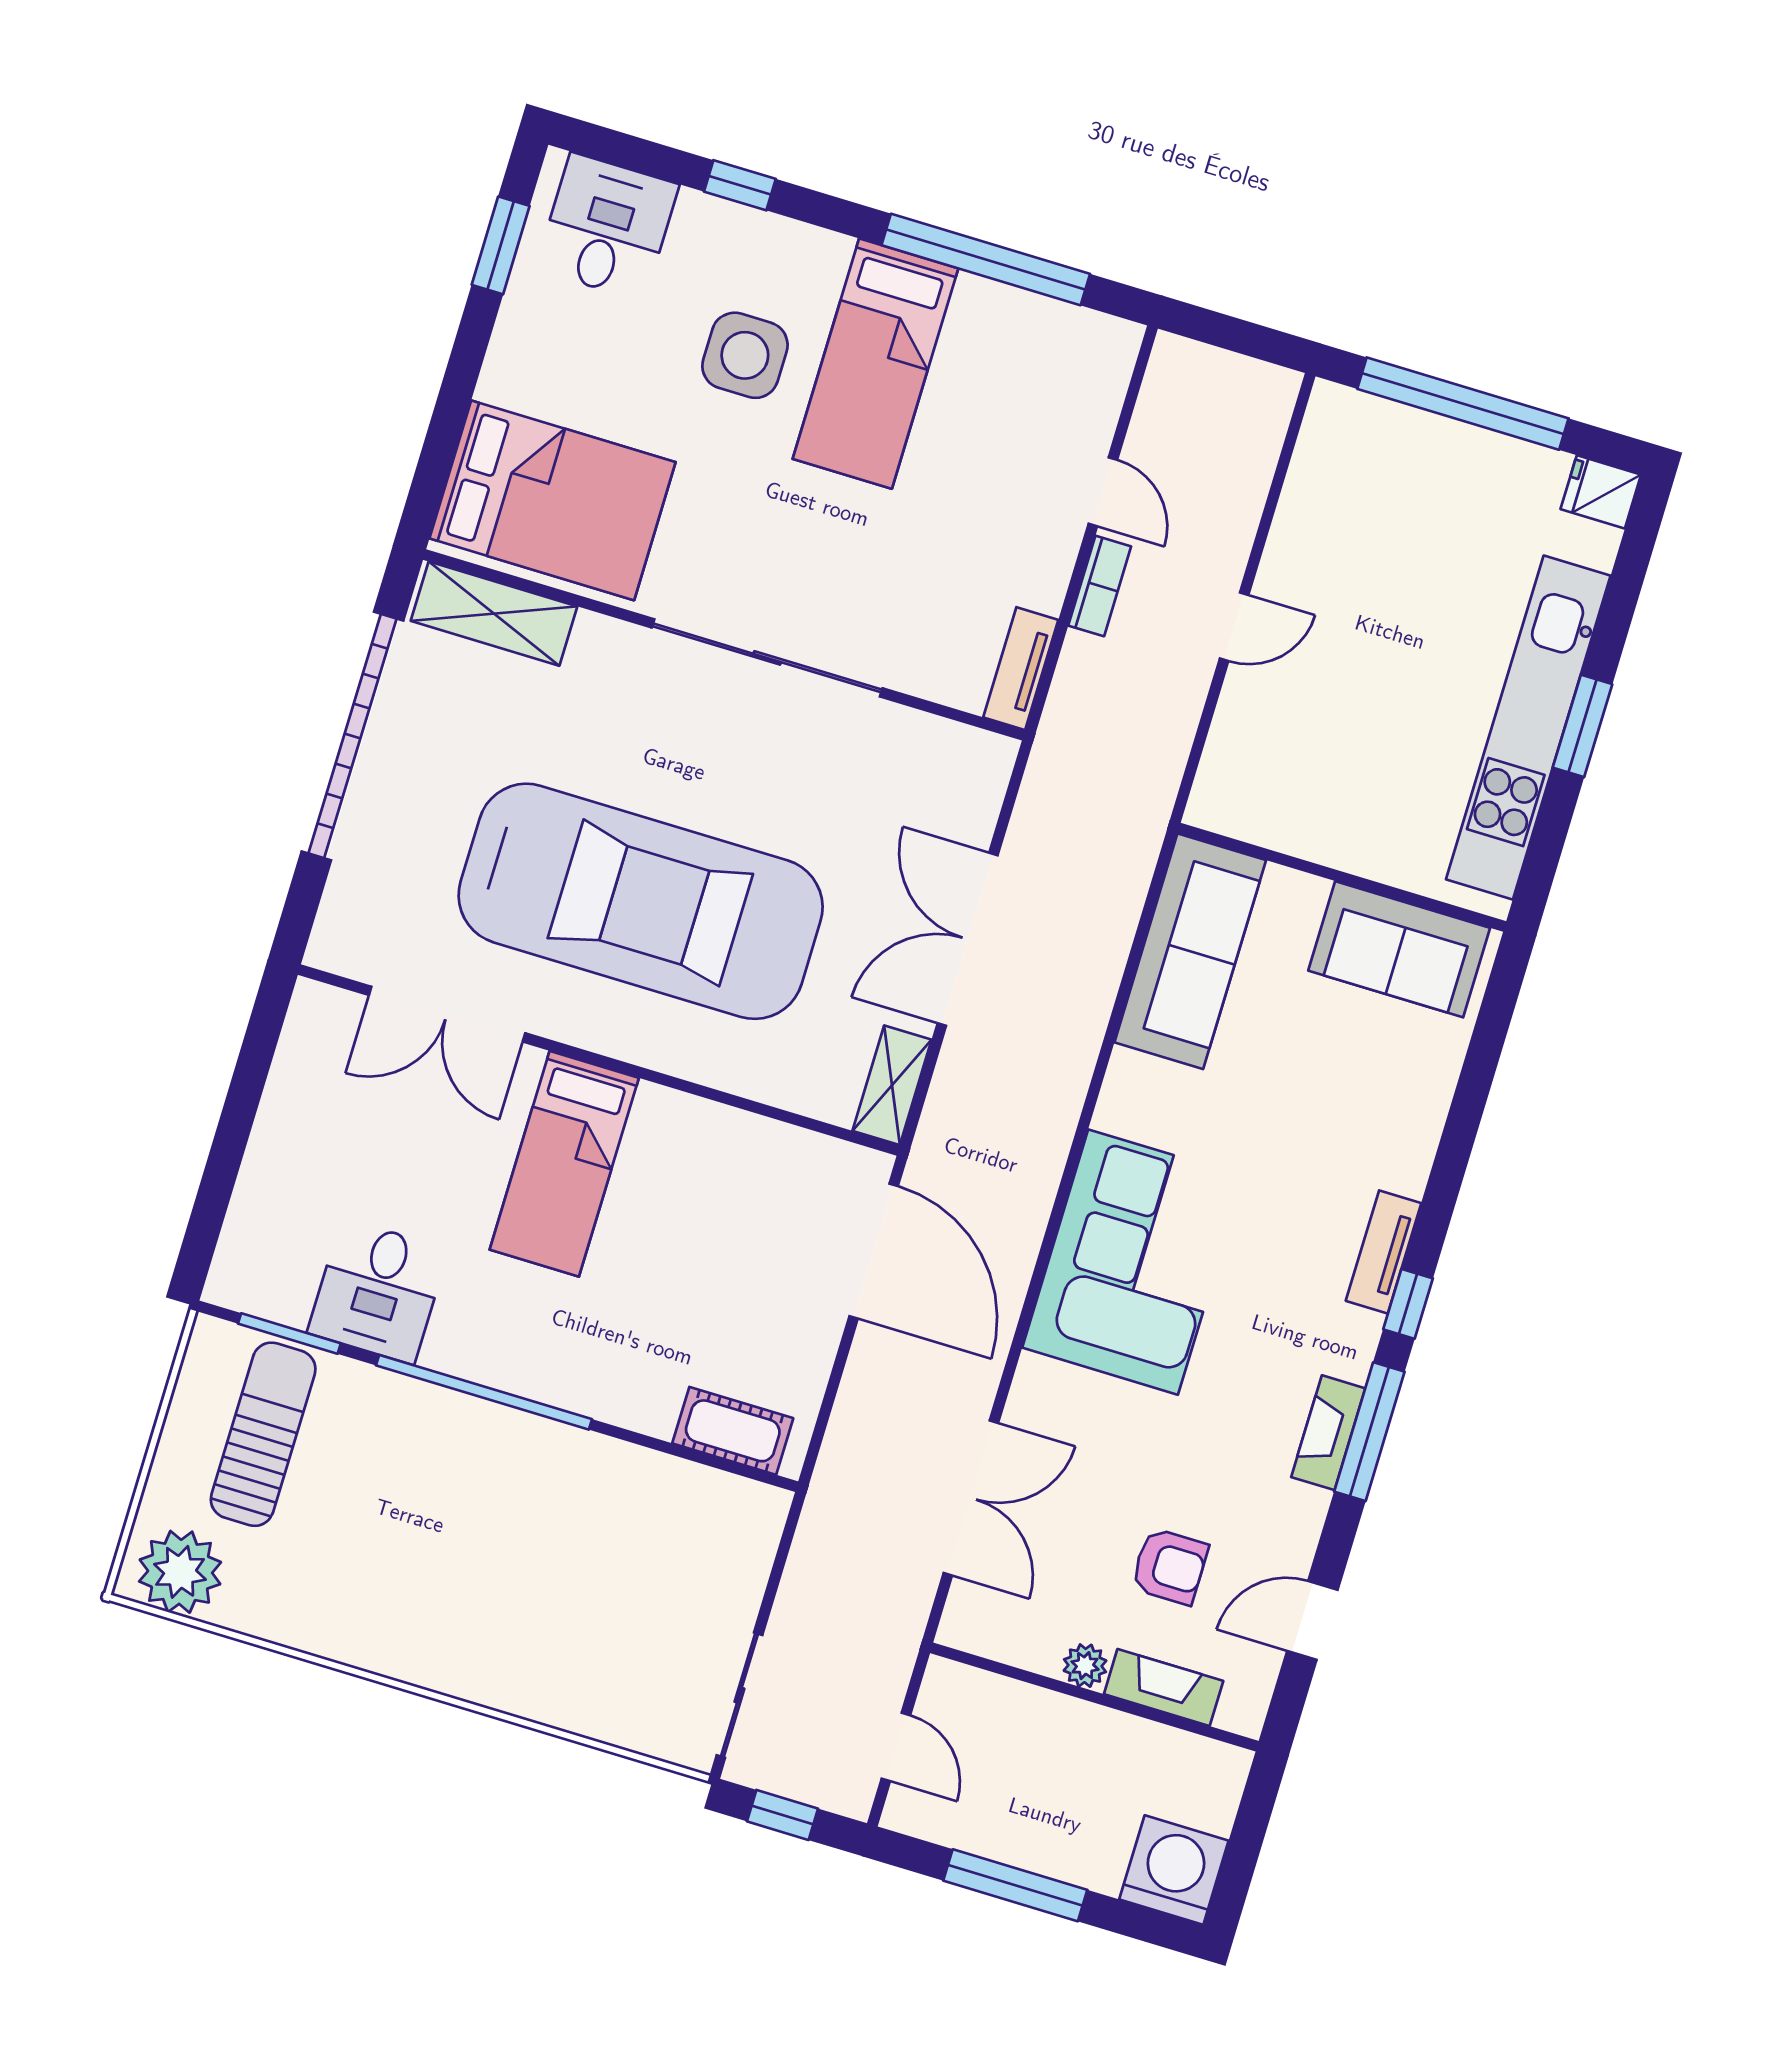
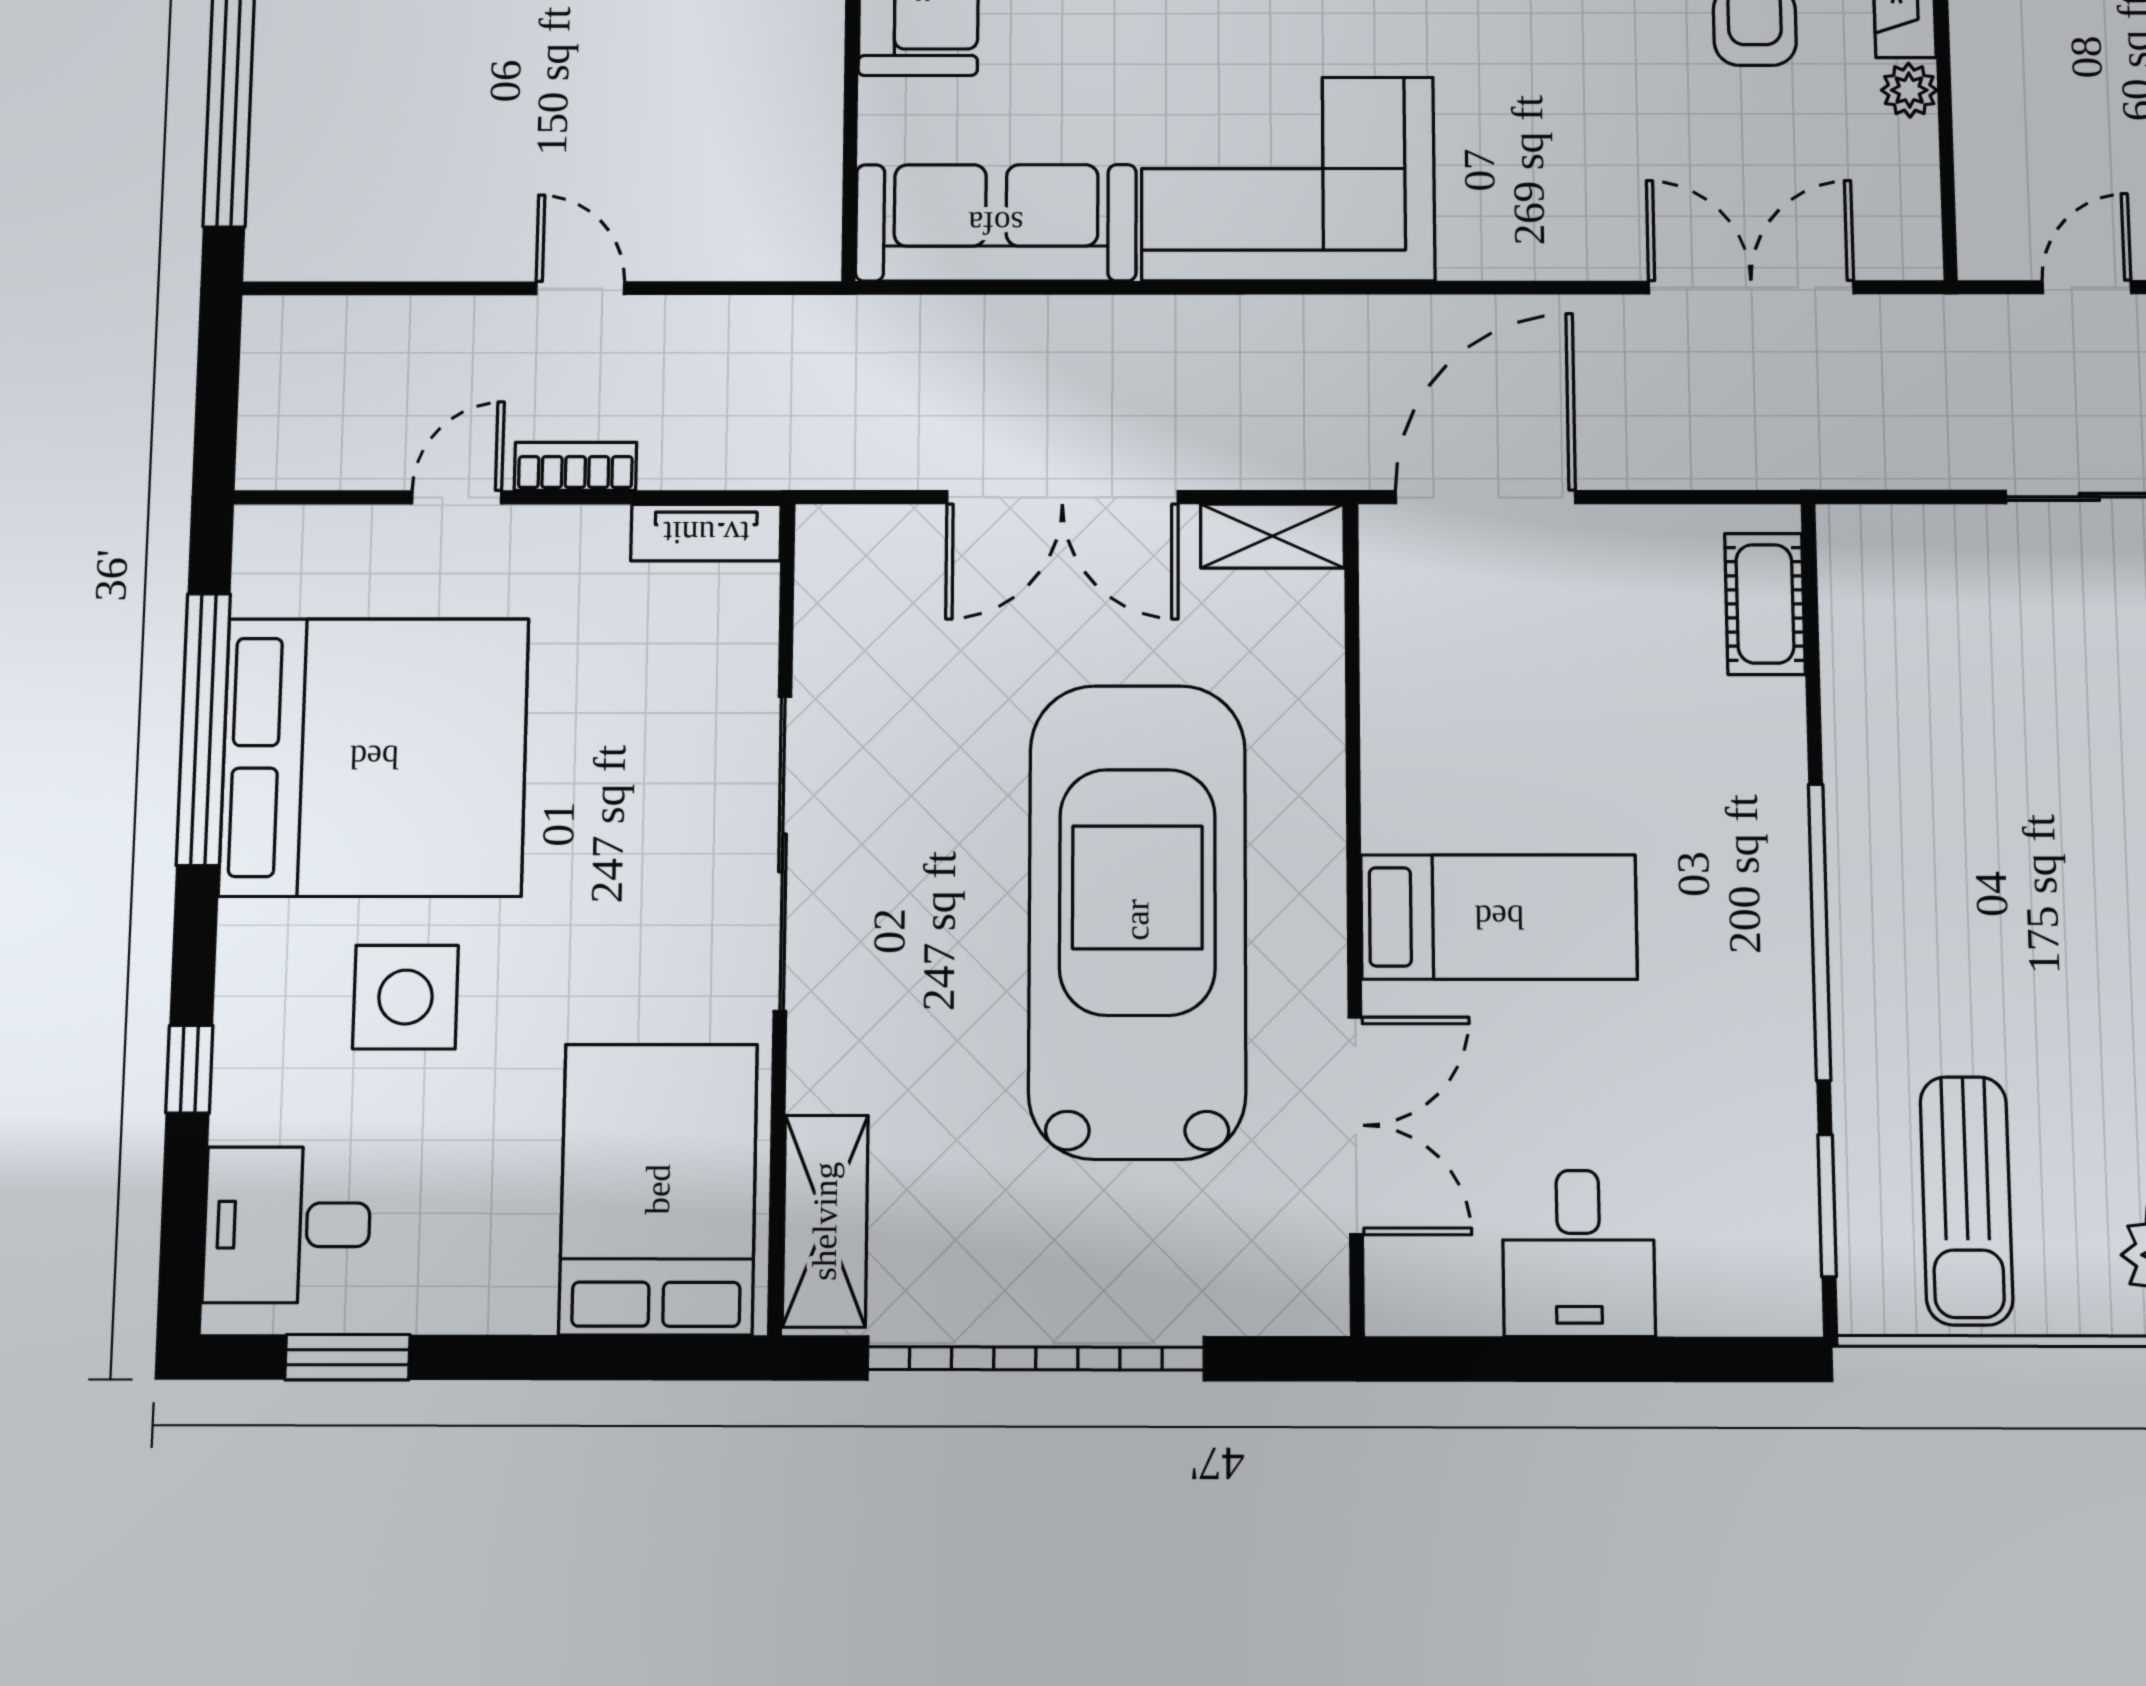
bed: (875, 364) -> (374, 757), width x2.04
corner sofa: (1133, 1262) -> (1288, 179), moved
desk: (378, 1291) -> (1578, 1253), moved, turned 90
sun lounger: (263, 1434) -> (1966, 1200), turned -90

